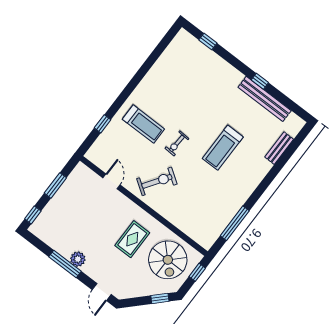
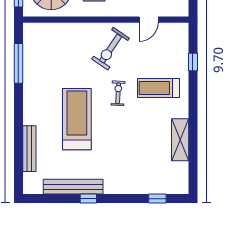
shelving: (157, 73) -> (180, 140), added
treadmill: (223, 148) -> (77, 119), width x1.37, depth x1.38
bench: (279, 148) -> (29, 149), width x1.36
door: (112, 181) -> (149, 20), hinge flipped

